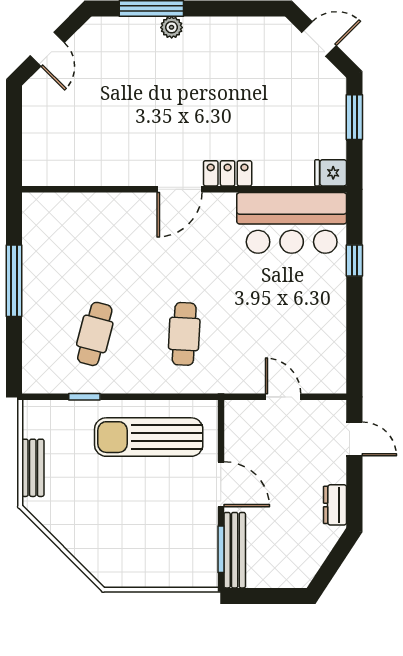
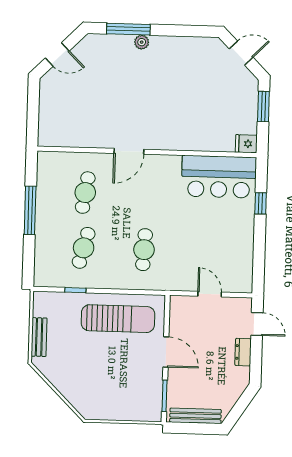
door: (47, 49) -> (57, 54), hinge flipped
locker: (228, 173) -> (177, 142), removed
door: (179, 189) -> (129, 151), moved
cafe table: (95, 252) -> (85, 193), added
sun lounger: (149, 437) -> (118, 319), turned 180
dresser: (335, 505) -> (243, 352), moved
bench: (235, 550) -> (195, 416), moved, turned 90

